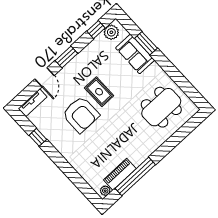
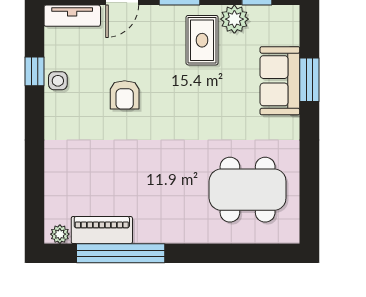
plant: (111, 32) -> (234, 19), moved
rug: (99, 92) -> (202, 40), moved
armchair: (81, 114) -> (125, 95), width x0.53, depth x0.53
side table: (50, 133) -> (58, 81), added

